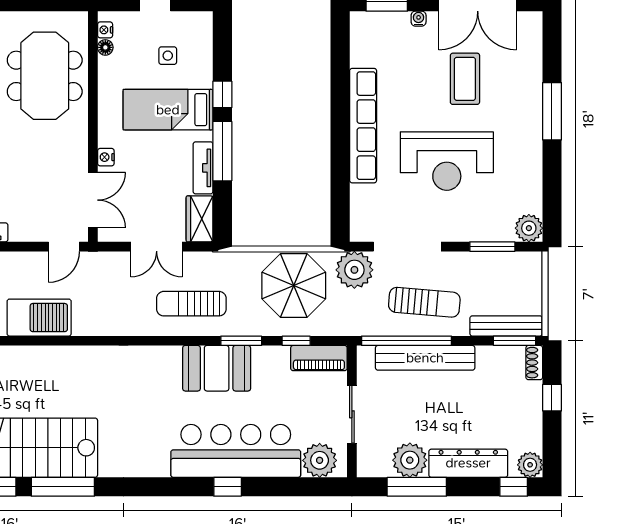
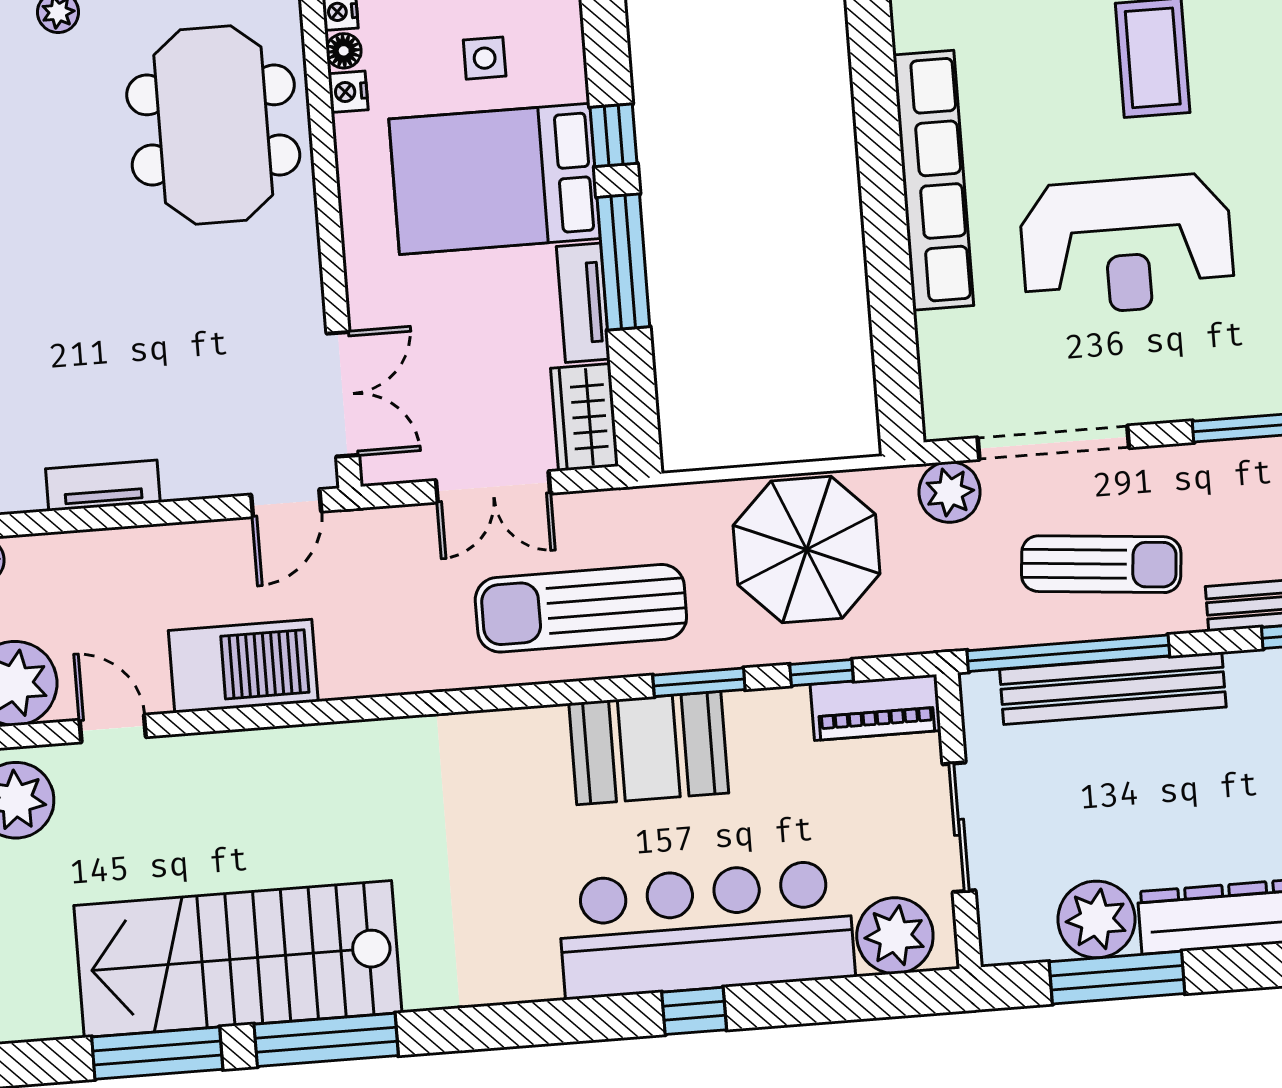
bed: (168, 110) -> (495, 179), width x1.50
nightstand: (106, 157) -> (348, 92), moved
plant: (354, 270) -> (950, 492), width x0.73, depth x0.73
sun lounger: (191, 304) -> (581, 608), width x1.36, depth x1.34

